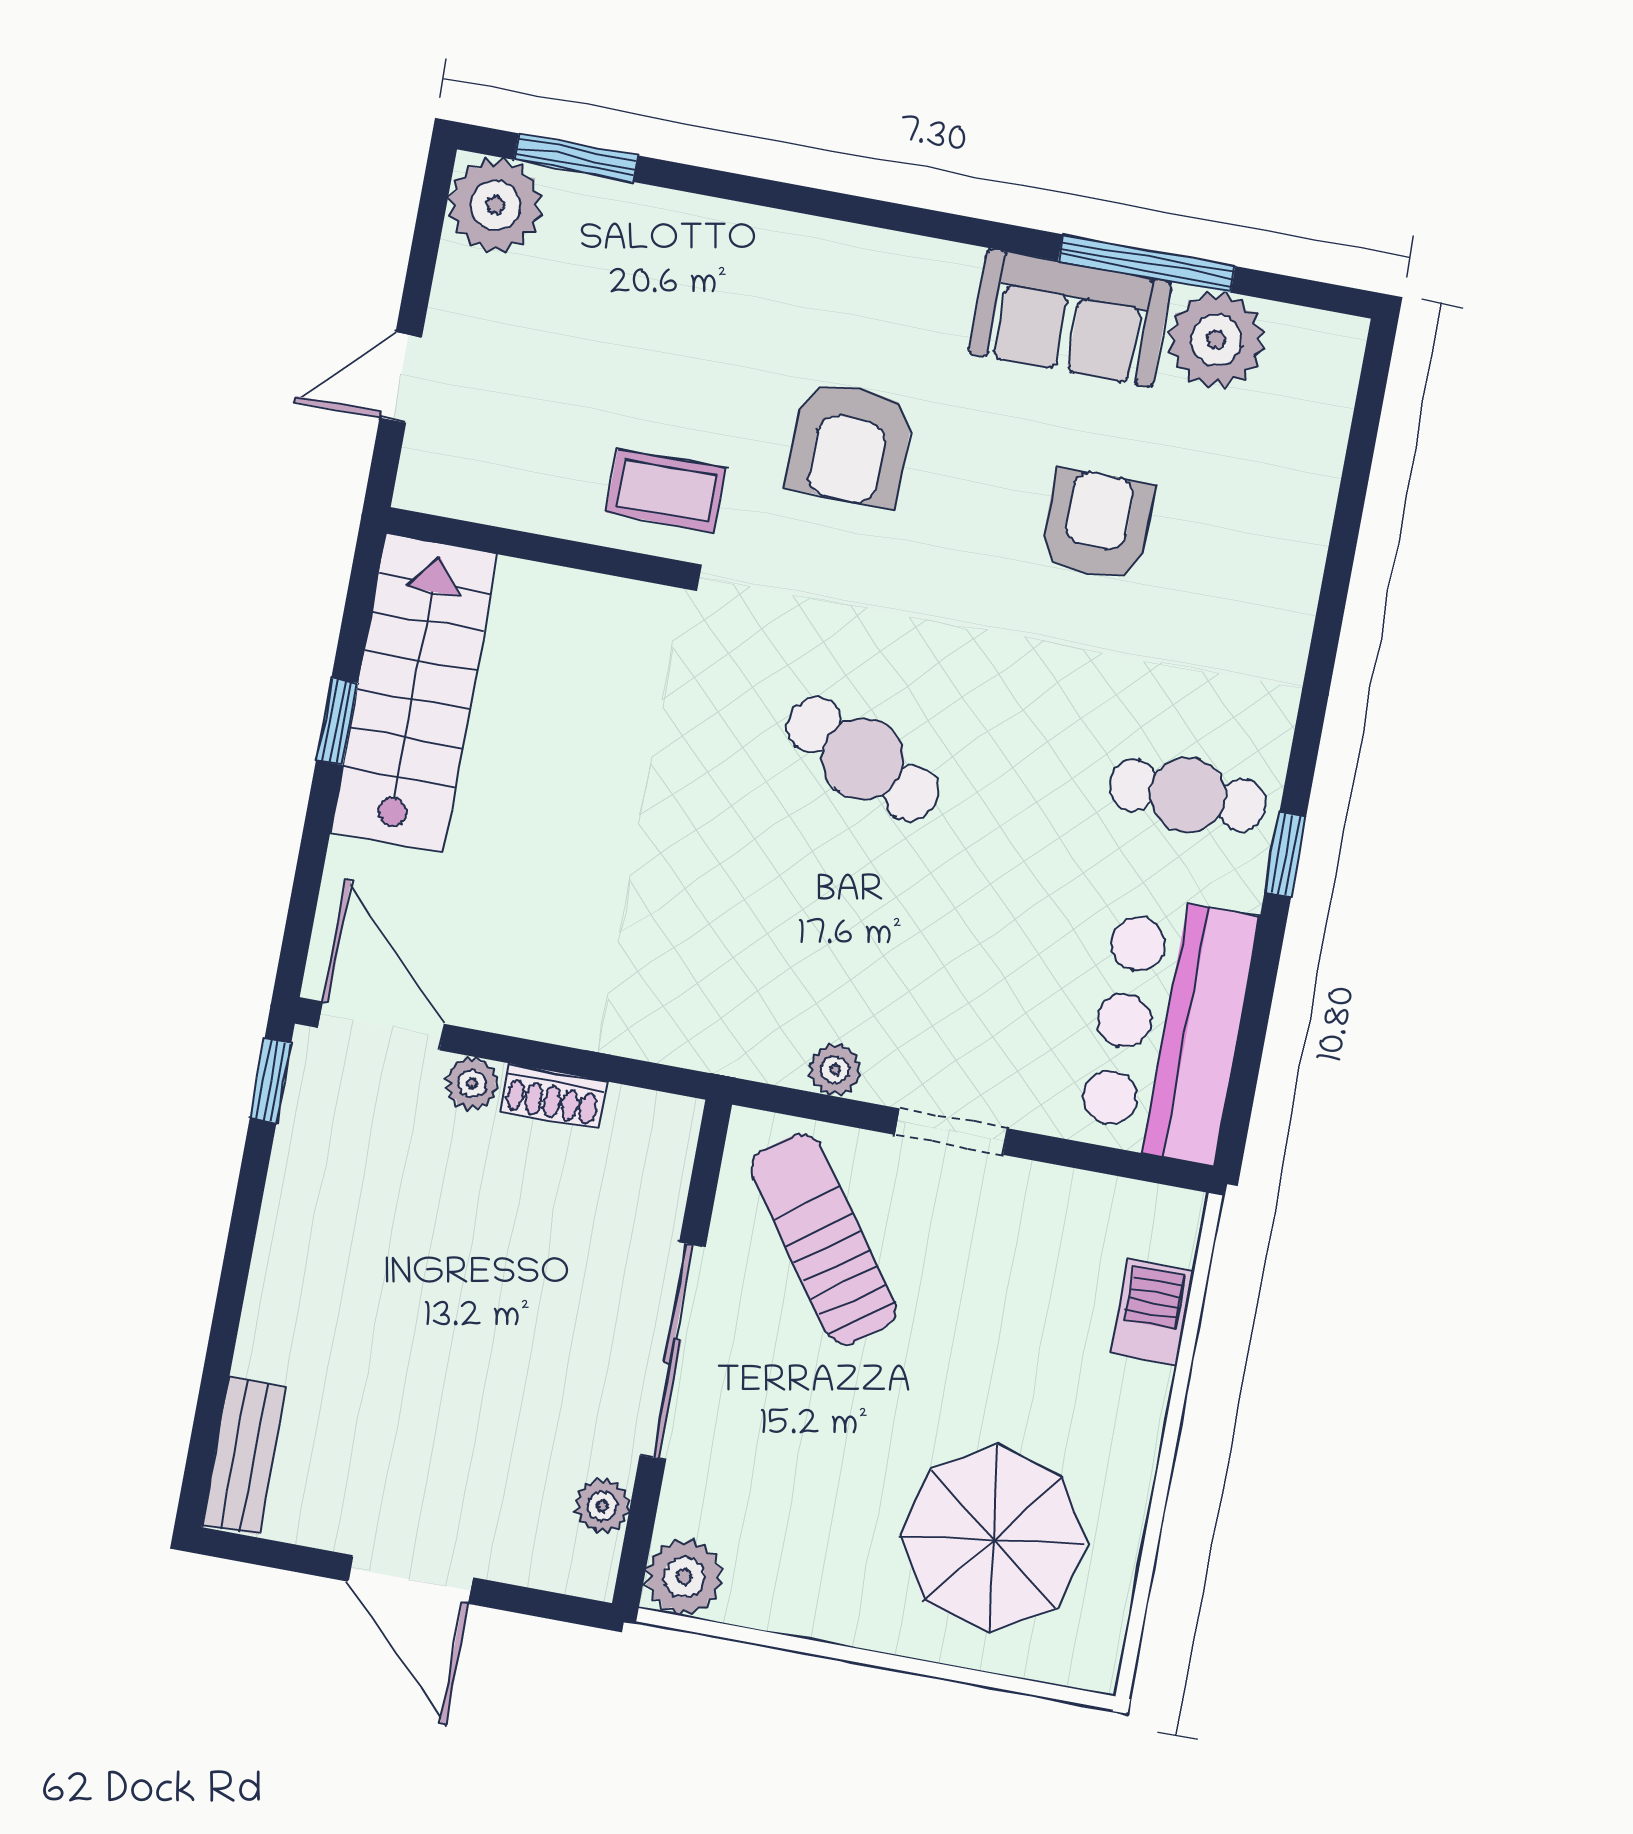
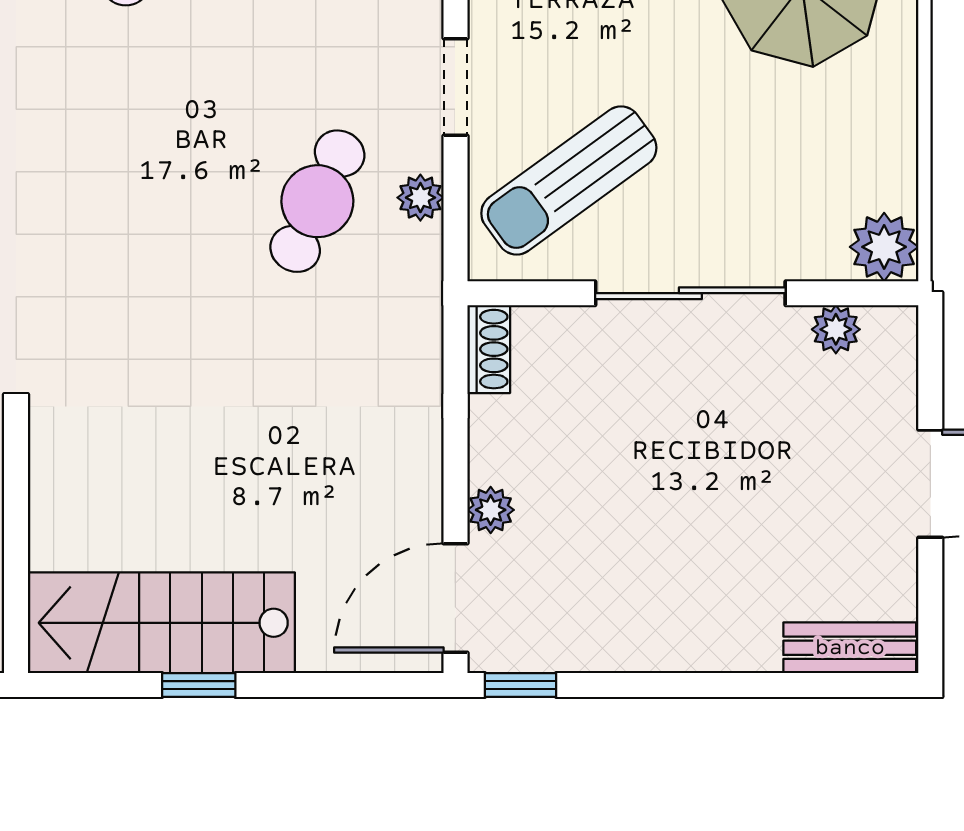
cafe table: (863, 759) -> (317, 201), moved
shoe rack: (553, 1096) -> (489, 349), moved

